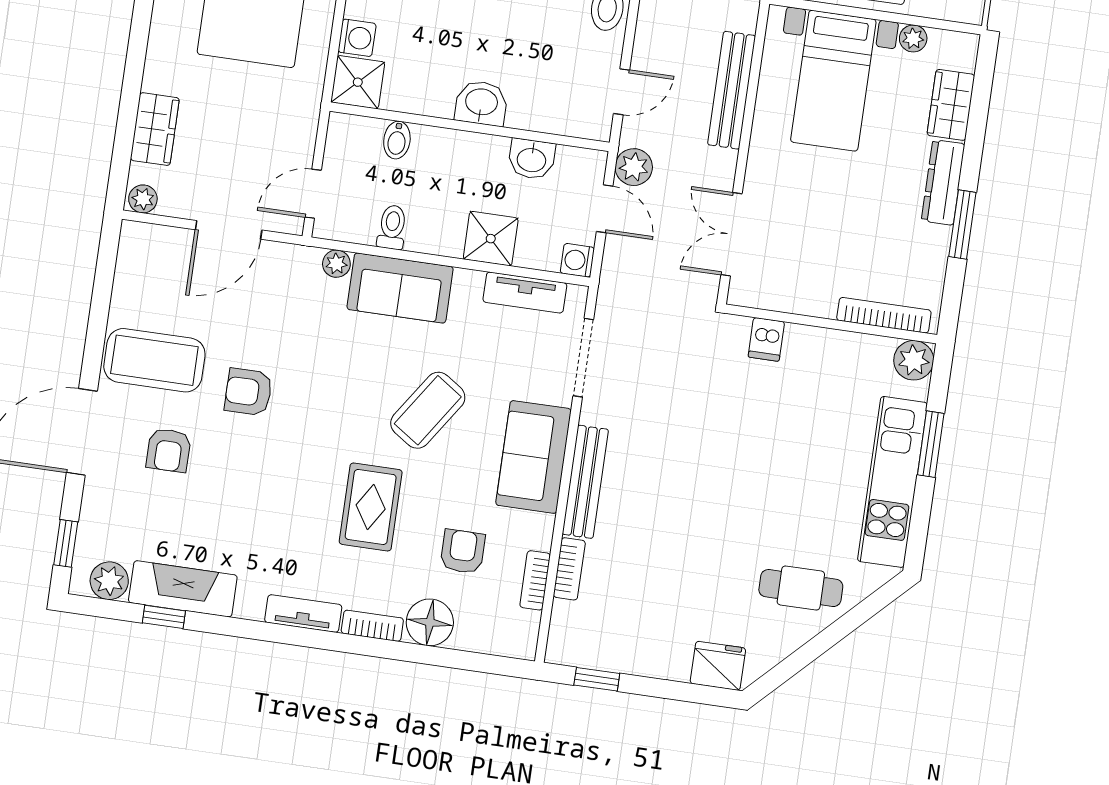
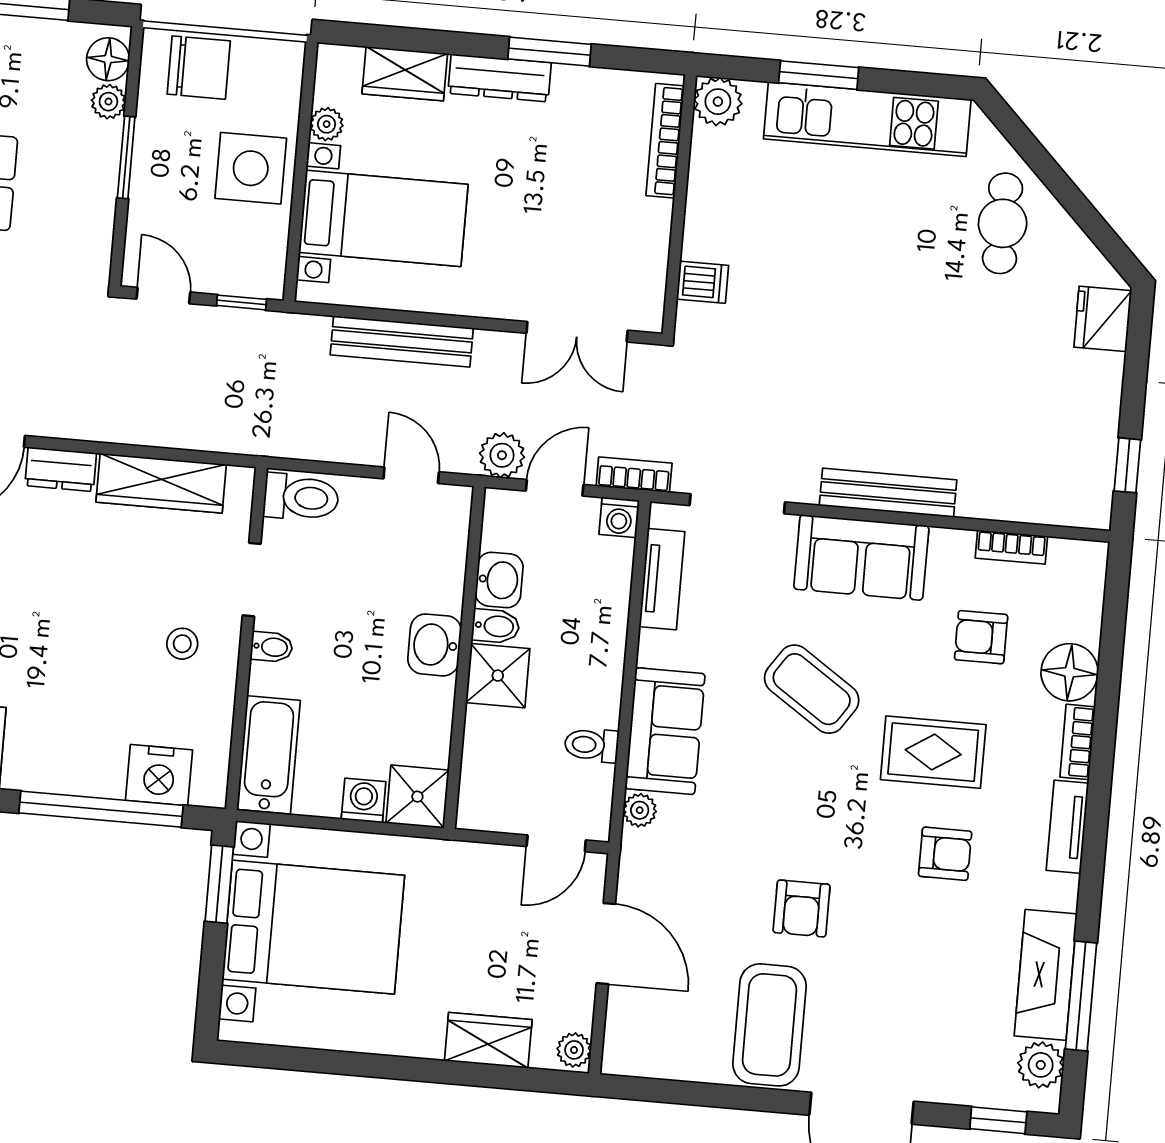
bidet: (397, 140) -> (496, 626), moved
door: (313, 194) -> (556, 843), hinge flipped
shower: (491, 239) -> (498, 676), moved
armchair: (169, 450) -> (945, 854), moved
bookcase: (569, 569) -> (634, 475), moved
window: (164, 617) -> (1081, 996), width x2.17

